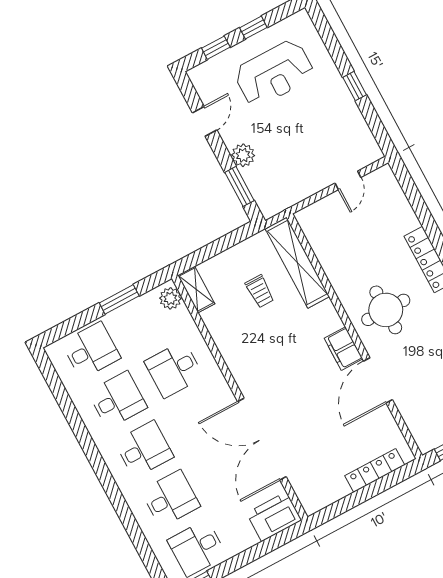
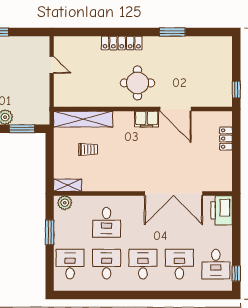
locker: (375, 470) -> (226, 139), width x0.66

